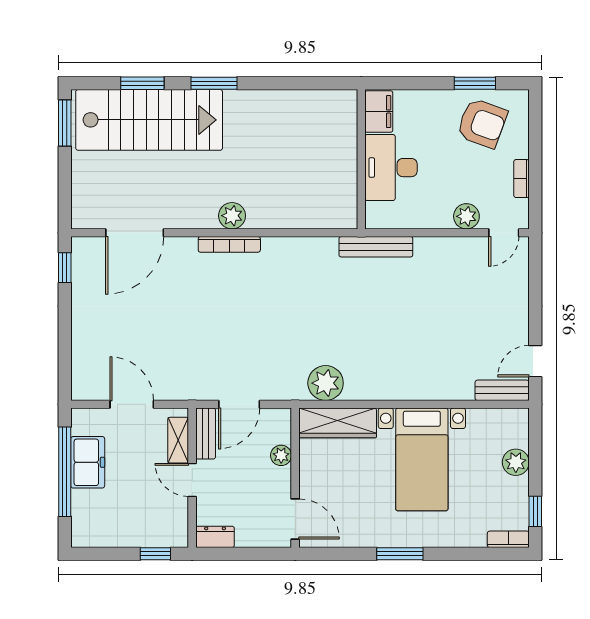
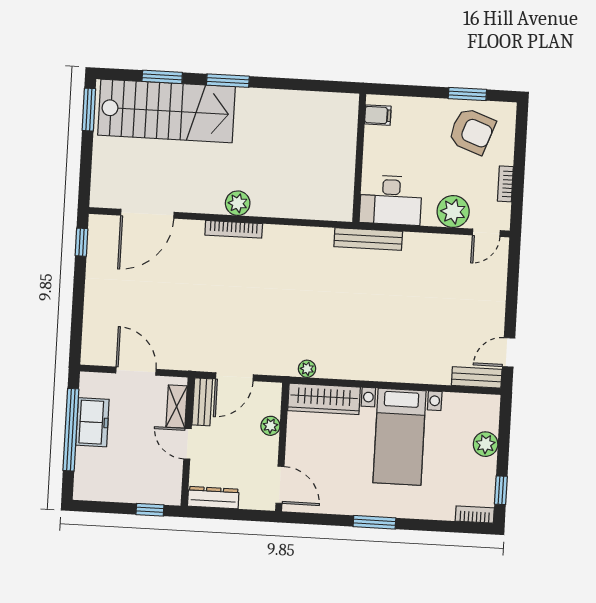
filing cabinet: (379, 112) -> (378, 115), width x0.50
desk: (391, 168) -> (391, 200), moved, turned -90
plant: (466, 216) -> (453, 212), width x1.36, depth x1.36
plant: (326, 383) -> (307, 369), width x0.53, depth x0.53
dresser: (215, 537) -> (213, 498), width x1.44

